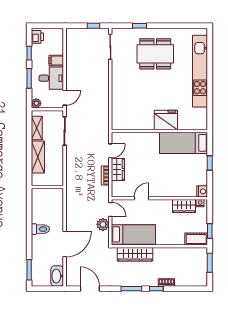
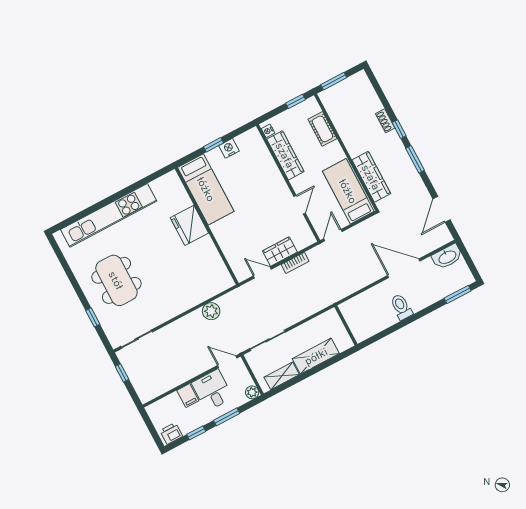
nightstand: (202, 191) -> (229, 148), moved
door: (141, 198) -> (300, 205), swing flipped
wardrobe: (184, 206) -> (285, 155), width x1.50
plant: (103, 224) -> (211, 311), moved
cot: (196, 239) -> (322, 129), moved

